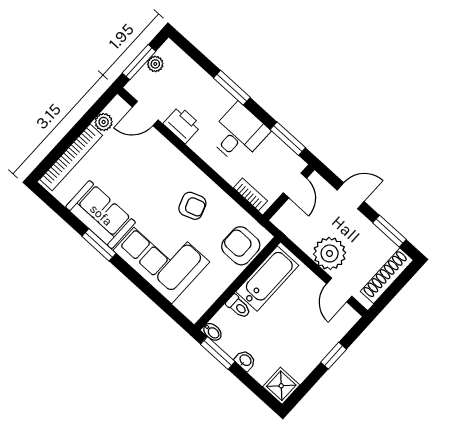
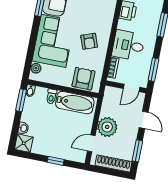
desk: (238, 134) -> (128, 45), moved, turned 180
plant: (185, 304) -> (36, 68), added
washbasin: (245, 360) -> (23, 128), moved

